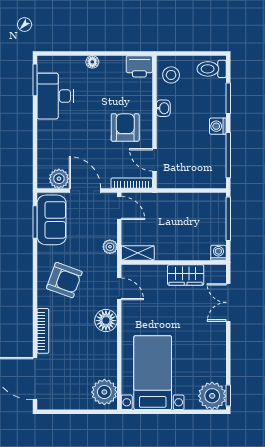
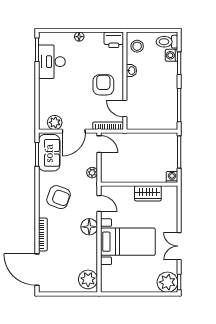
washing machine: (218, 126) -> (172, 55), moved
door: (85, 191) -> (74, 131), swing flipped
shelving: (138, 253) -> (113, 177), removed
double door: (228, 302) -> (179, 246), moved
bed with nightstands: (153, 373) -> (128, 242), moved, turned 90

